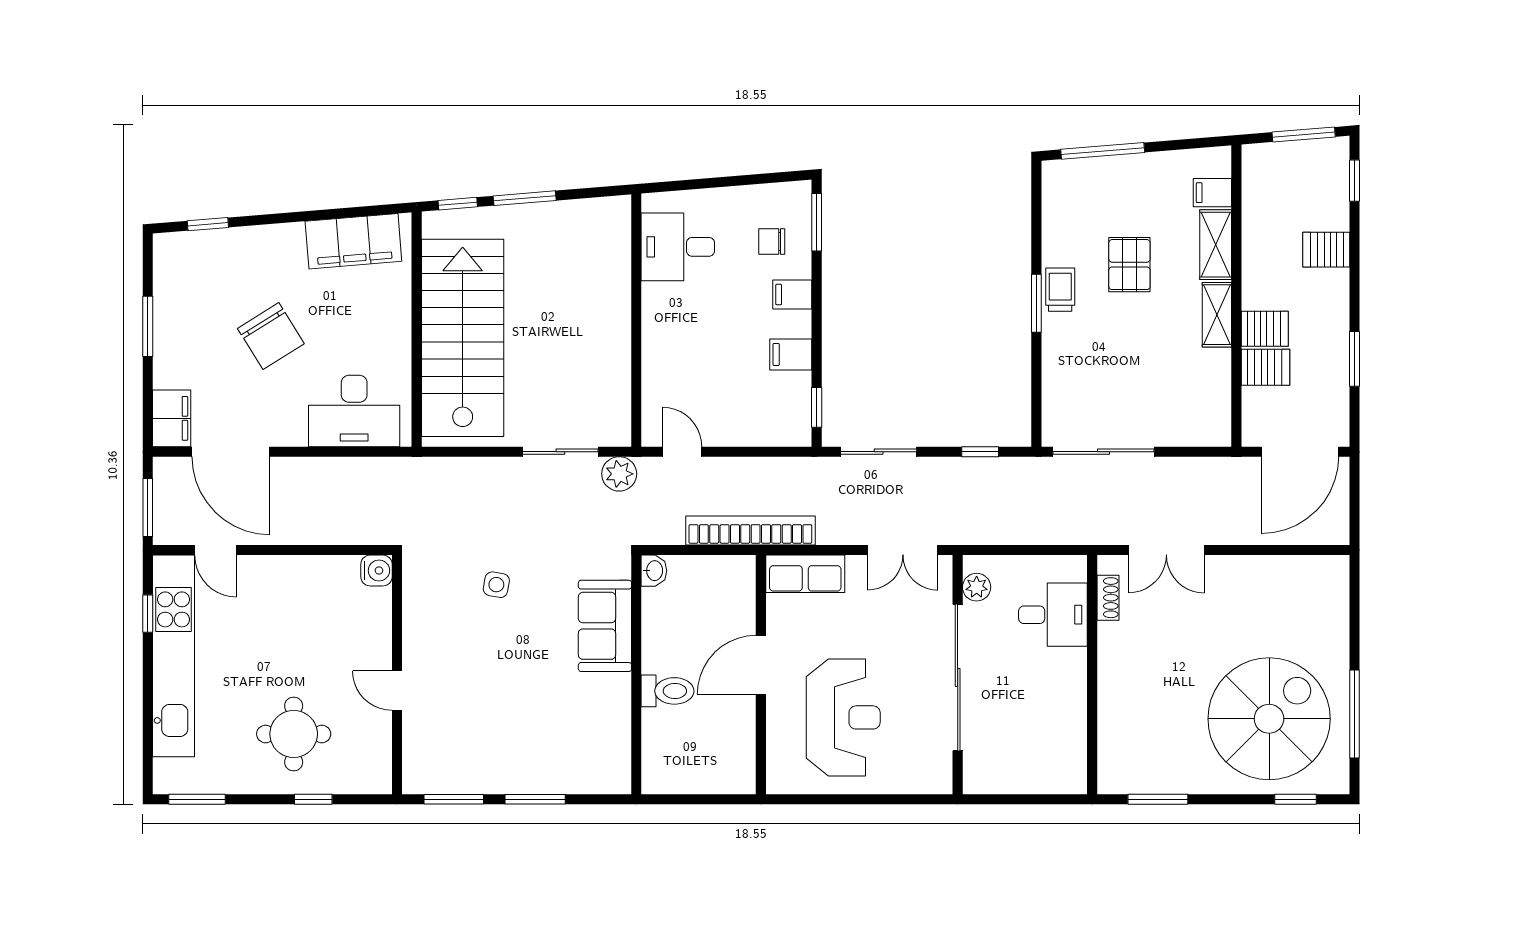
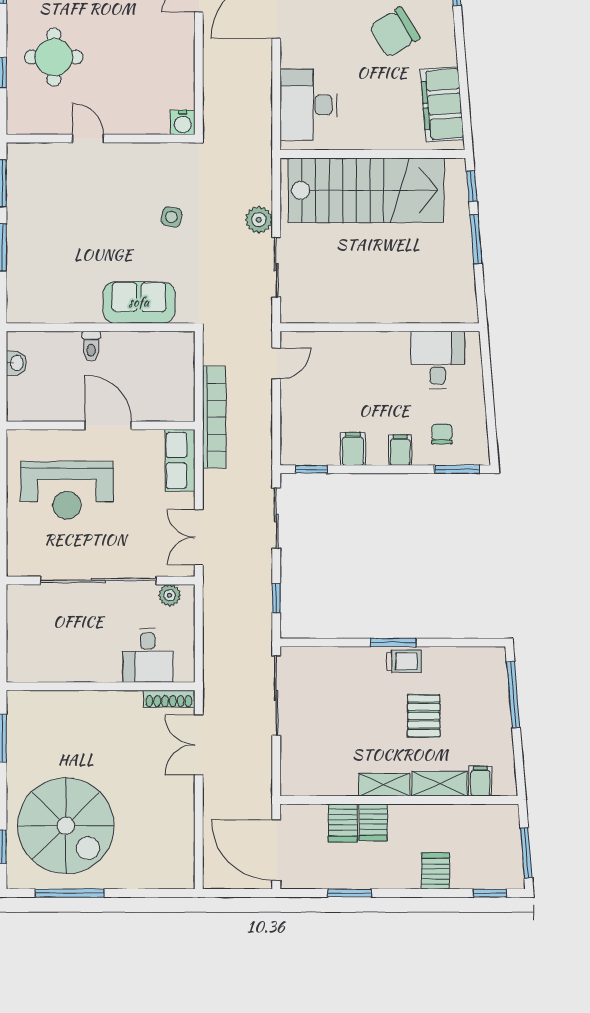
pallet: (1129, 265) -> (424, 716), turned 90
chair: (271, 336) -> (394, 32), moved
plant: (619, 474) -> (259, 220), moved
washbasin: (654, 571) -> (16, 363), moved, turned -90
shoe rack: (1108, 598) -> (169, 699), width x1.43
door: (397, 691) -> (88, 139), hinge flipped
toilet: (668, 691) -> (91, 346), width x0.73, depth x0.72

